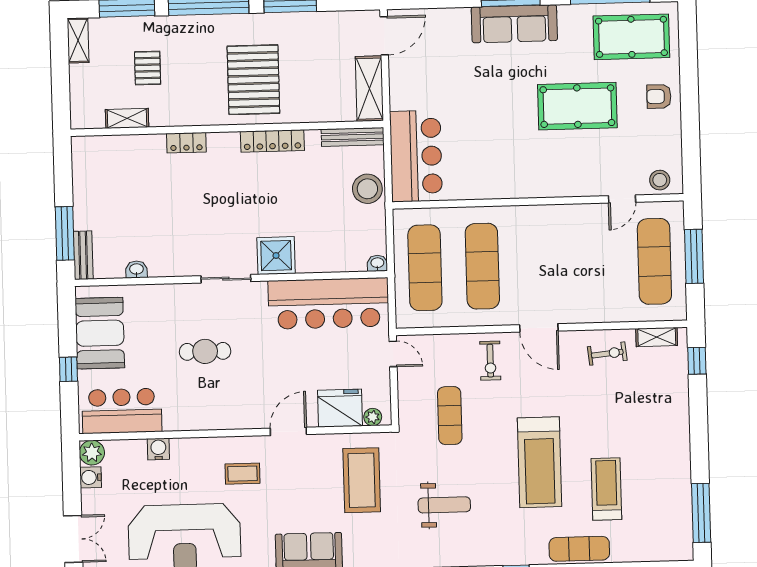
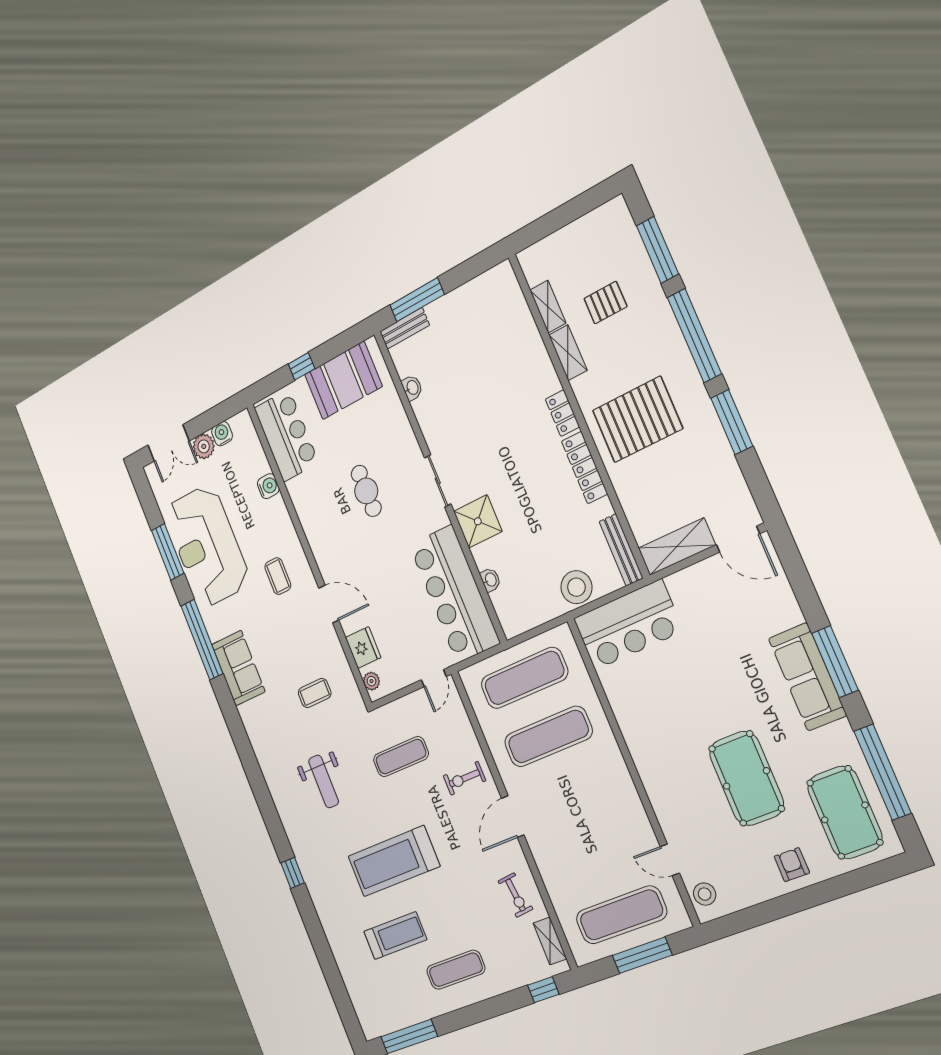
shelving: (78, 40) -> (568, 353), moved, turned 90
locker: (186, 143) -> (562, 413), moved
washbasin: (377, 263) -> (490, 580), moved
fridge: (340, 408) -> (363, 648), width x0.73, depth x0.75
plant: (92, 453) -> (204, 446), moved
coffee table: (362, 480) -> (315, 693), width x0.54, depth x0.58
exercise mat: (579, 549) -> (456, 970), moved, turned 90

